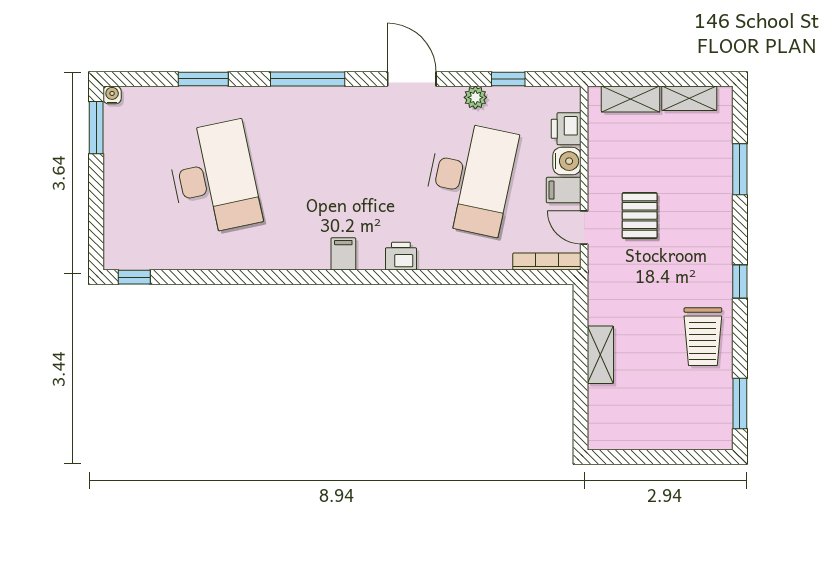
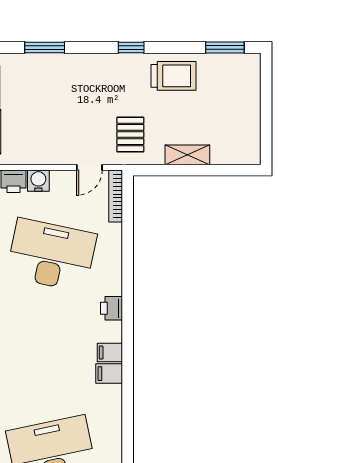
filing cabinet: (564, 190) -> (109, 374), moved, turned 90
pallet: (640, 216) -> (130, 135), moved, turned 90

